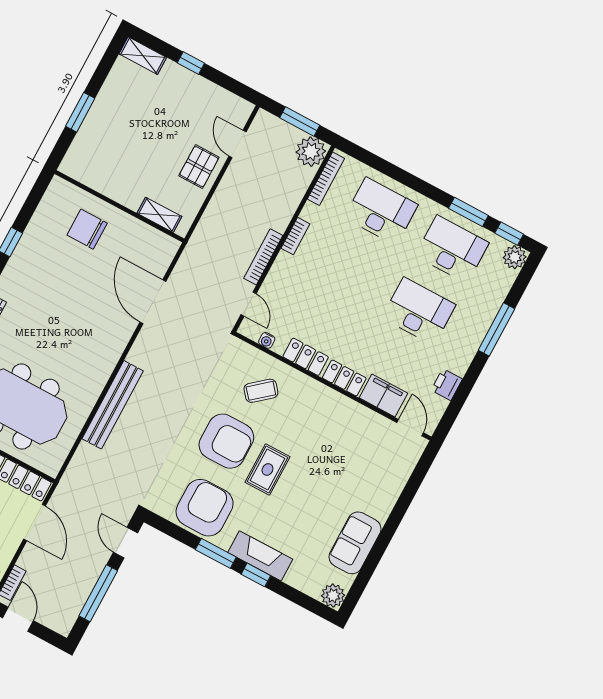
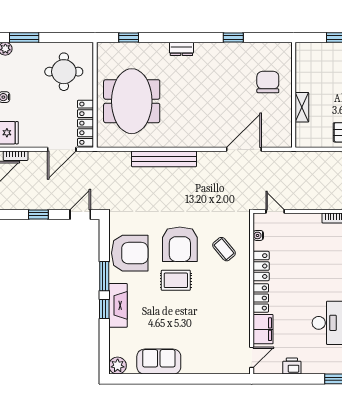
shelving: (159, 215) -> (302, 107), moved
bookcase: (263, 257) -> (311, 205), removed
door: (248, 304) -> (275, 211), swing flipped
window: (98, 593) -> (38, 214), width x0.46

